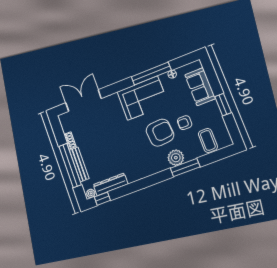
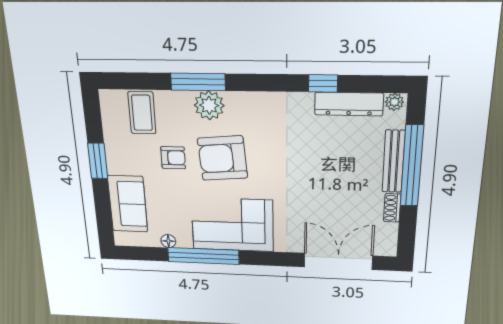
double door: (83, 101) -> (338, 261), swing flipped
window: (102, 199) -> (323, 83), moved

